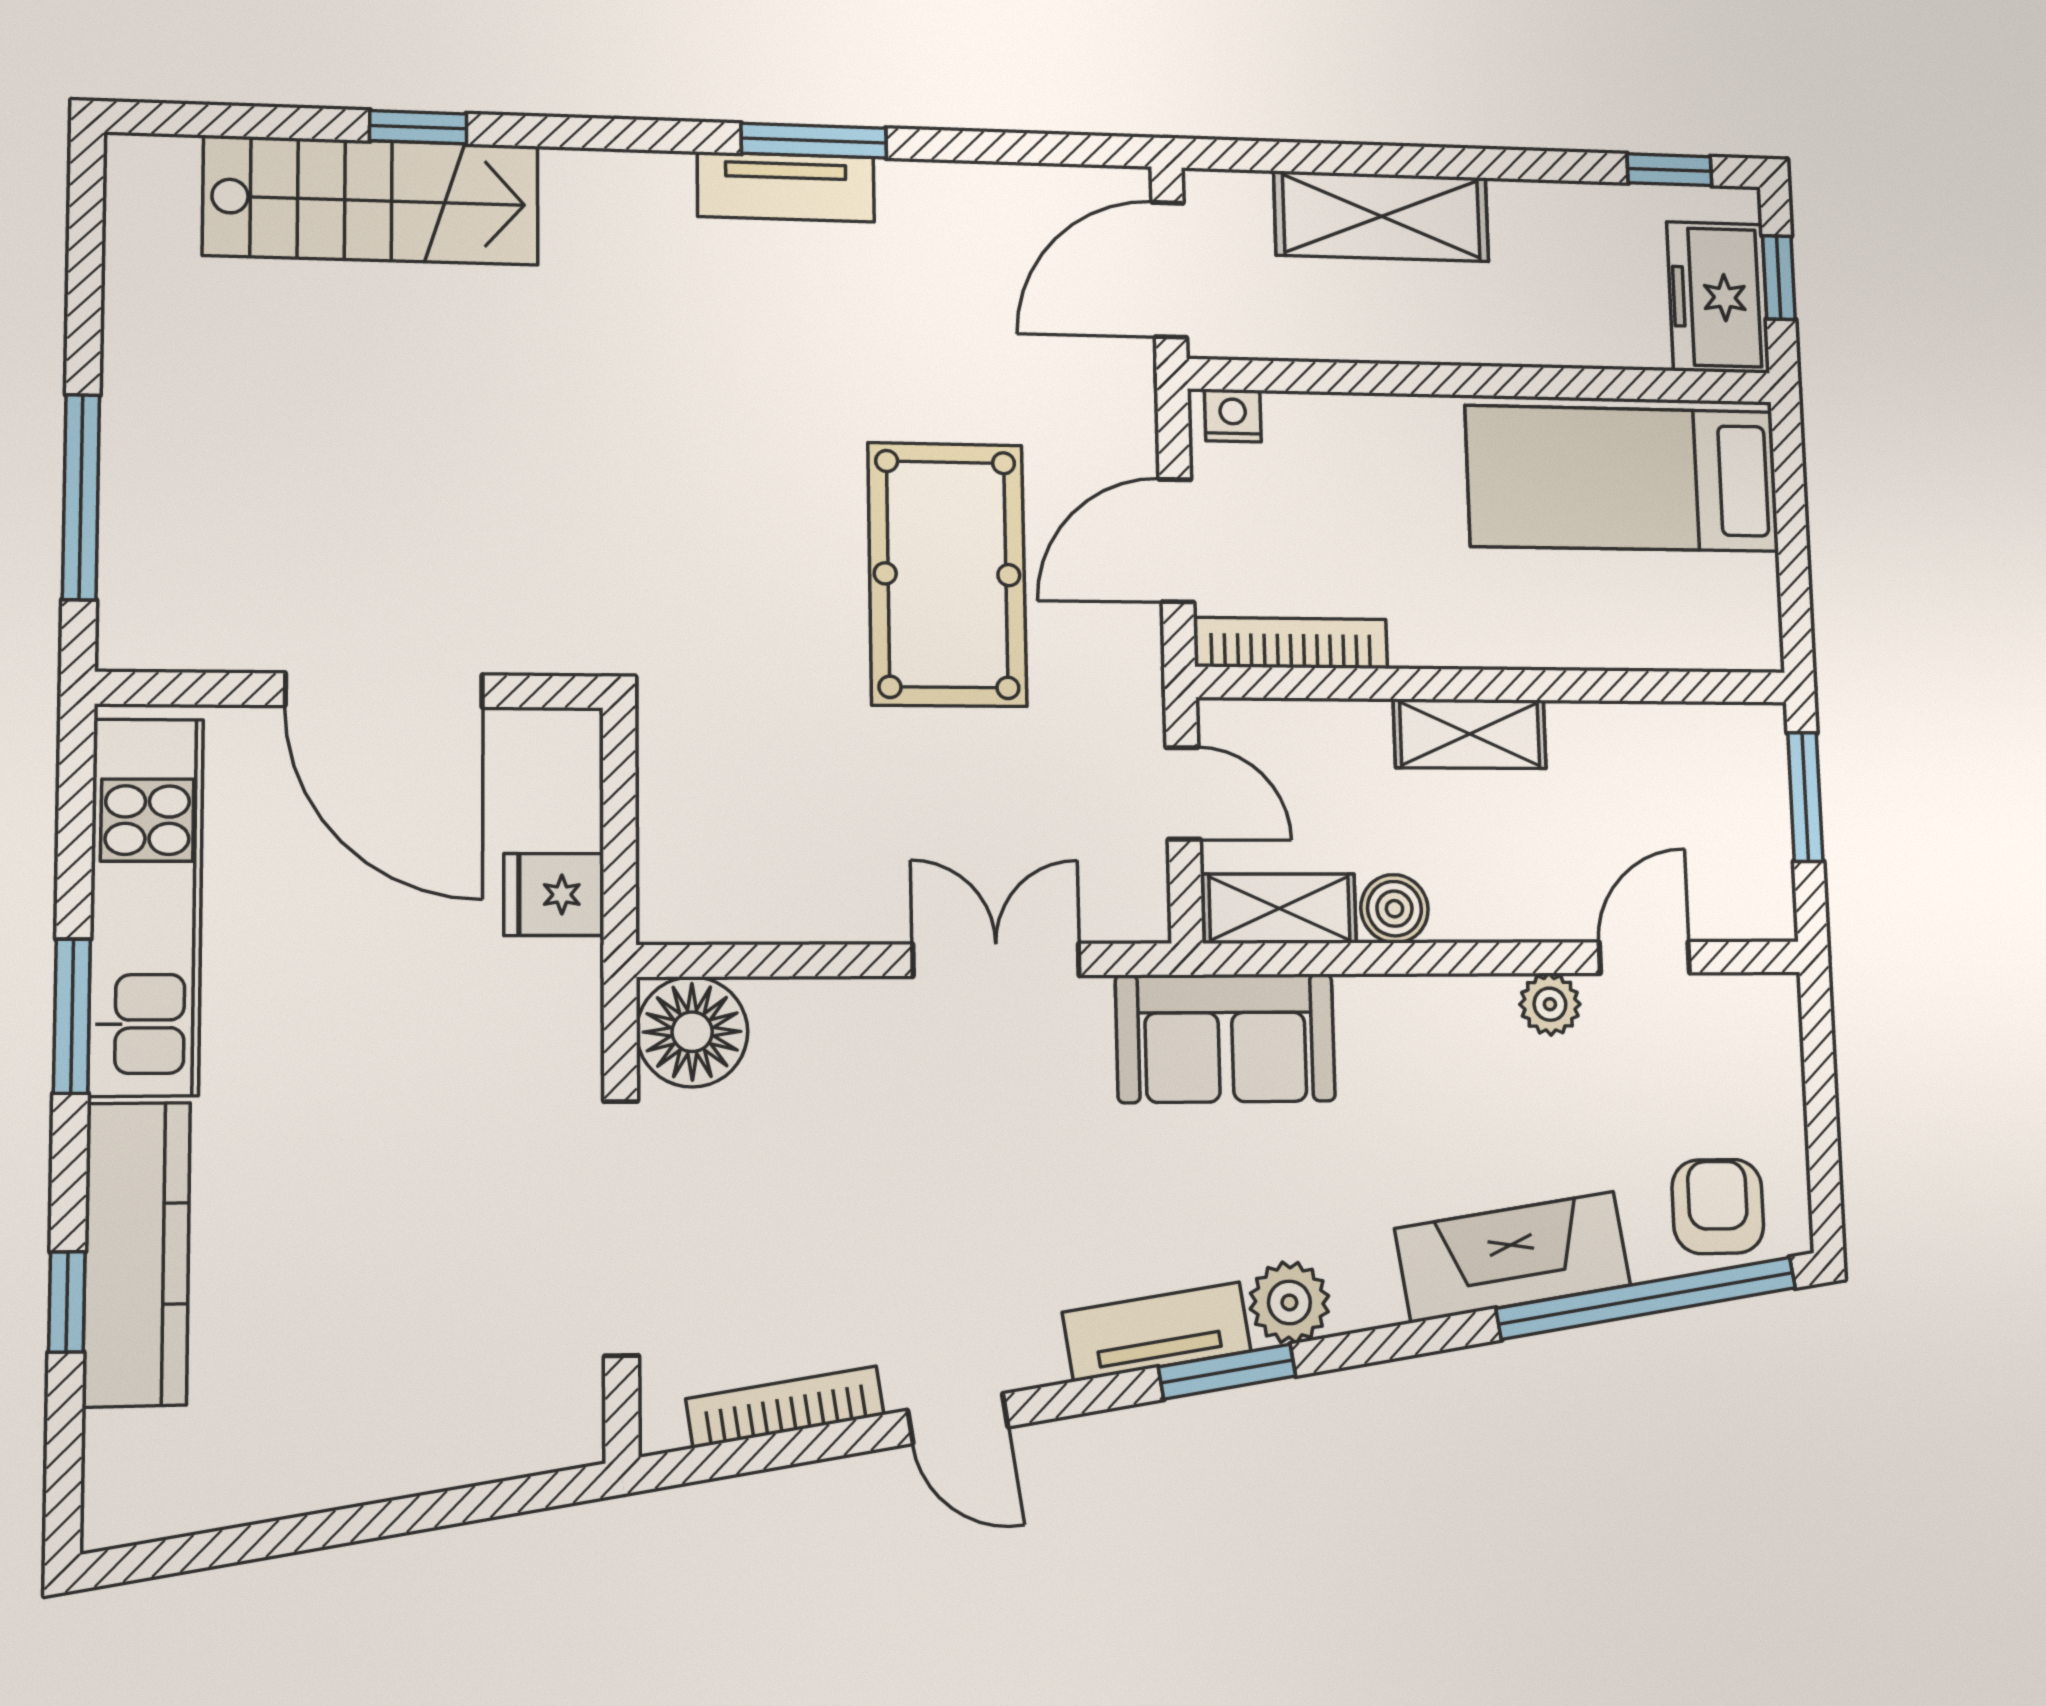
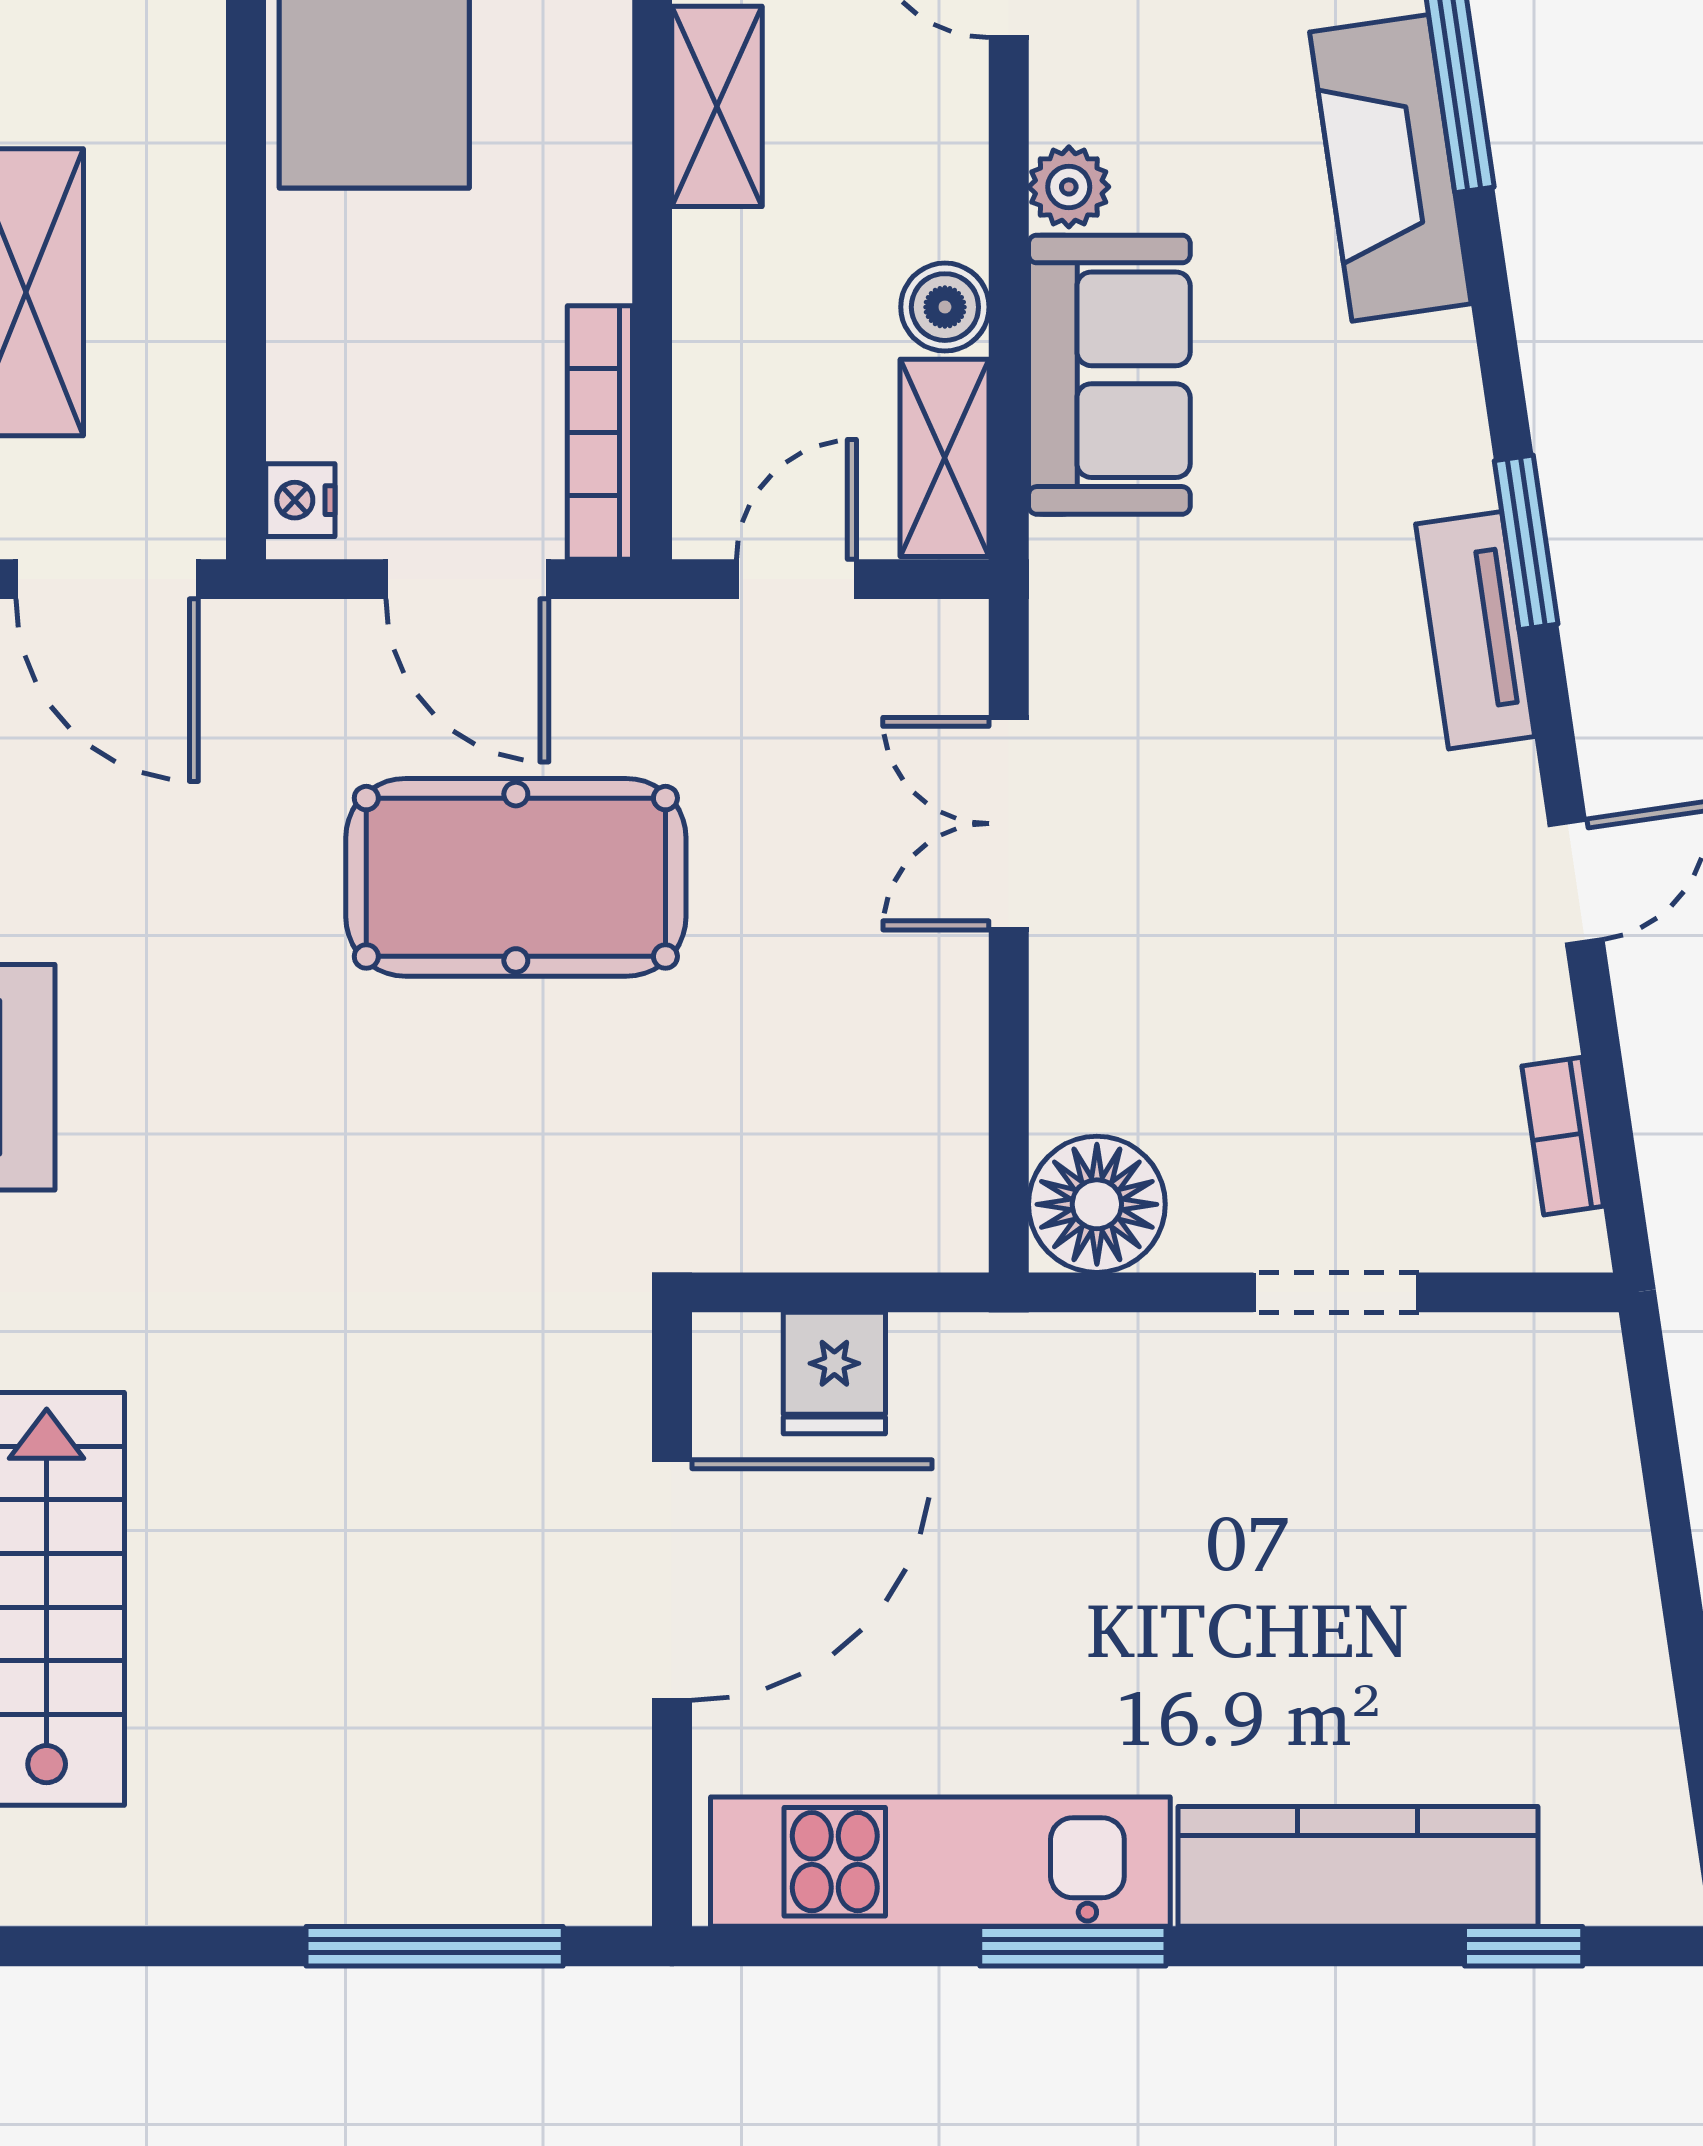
shelving: (1470, 734) -> (717, 106), moved
fridge: (554, 895) -> (834, 1373), moved
plant: (1550, 1004) -> (1069, 187), moved
sofa: (1225, 1038) -> (1109, 375), moved
doorway: (621, 1228) -> (1336, 1292), width x0.53
window: (67, 1302) -> (1524, 1946), moved
plant: (1289, 1302) -> (1442, 460), removed
bookcase: (785, 1407) -> (1563, 1136), width x0.64

